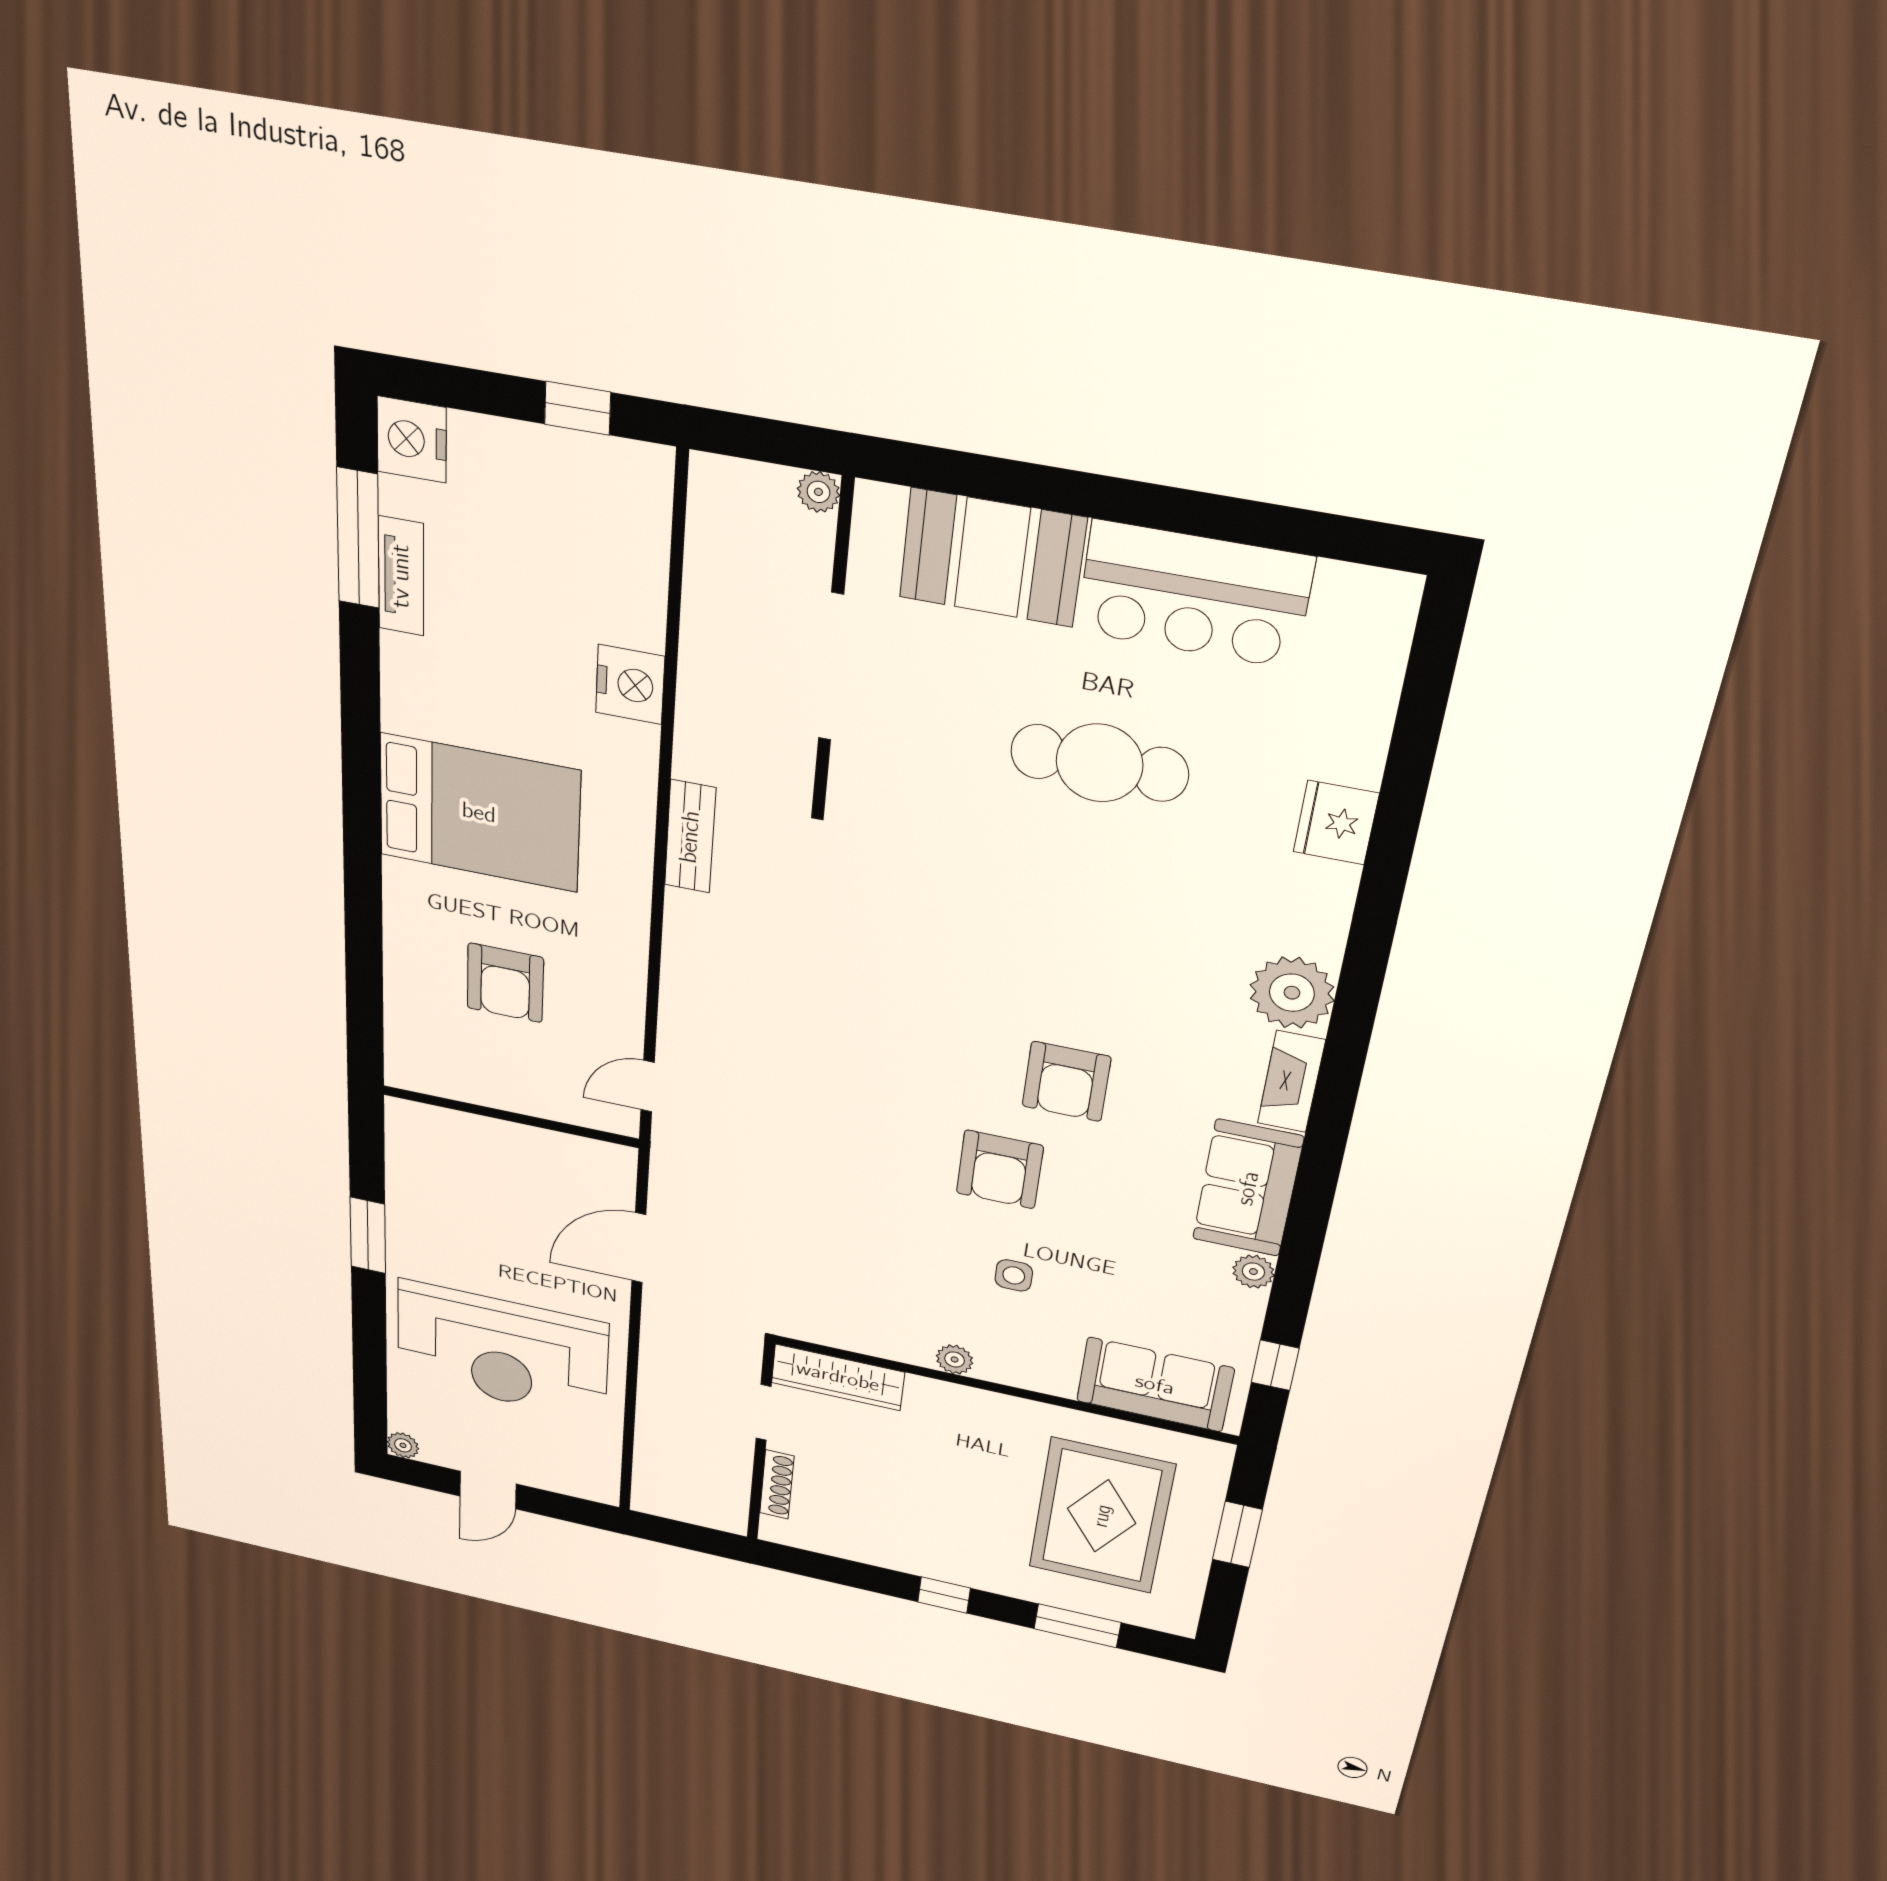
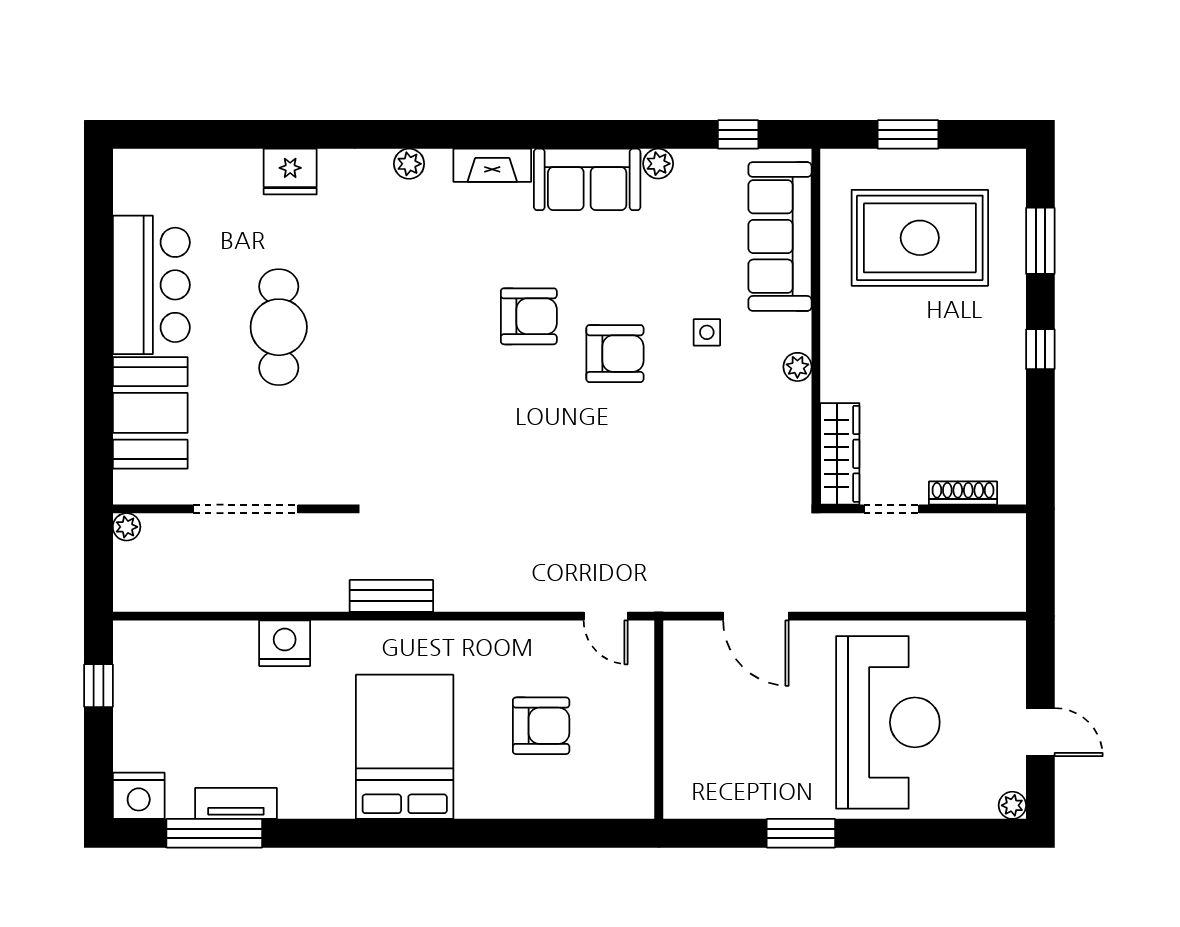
plant: (1292, 993) -> (409, 164), width x0.53, depth x0.53
sofa: (1155, 1385) -> (780, 236), width x1.36

